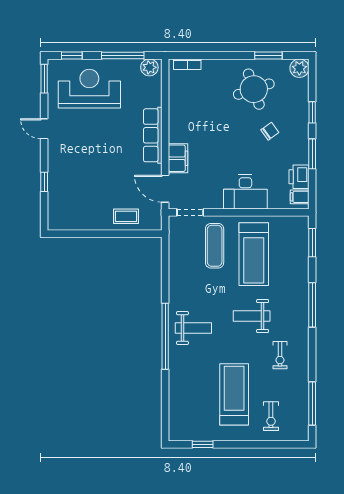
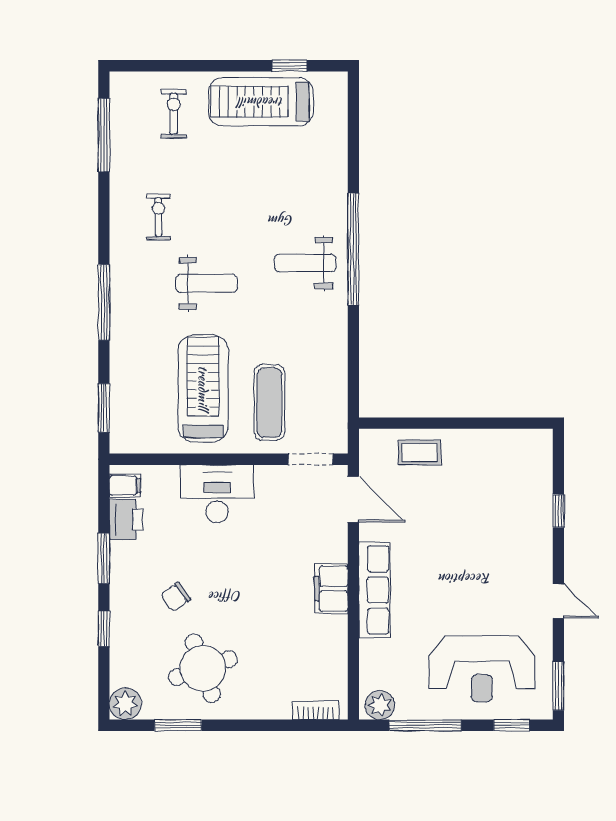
filing cabinet: (178, 158) -> (331, 589), moved
treadmill: (234, 394) -> (261, 102), moved, turned 90

